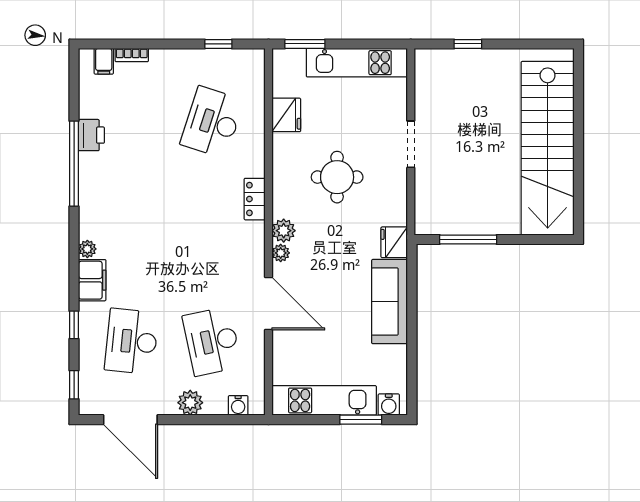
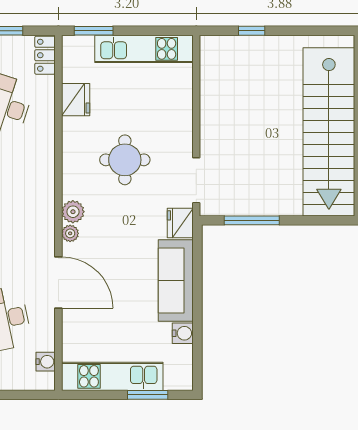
doorway: (411, 144) -> (196, 180), moved
locker: (255, 199) -> (45, 55), moved
water cooler: (238, 405) -> (46, 362), moved, turned -90
water cooler: (389, 405) -> (183, 333), moved, turned -90

